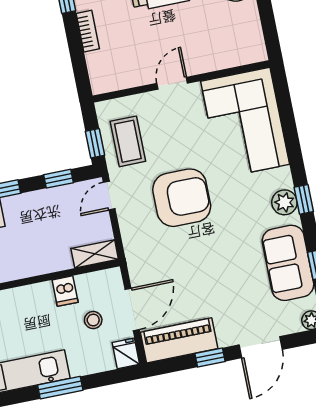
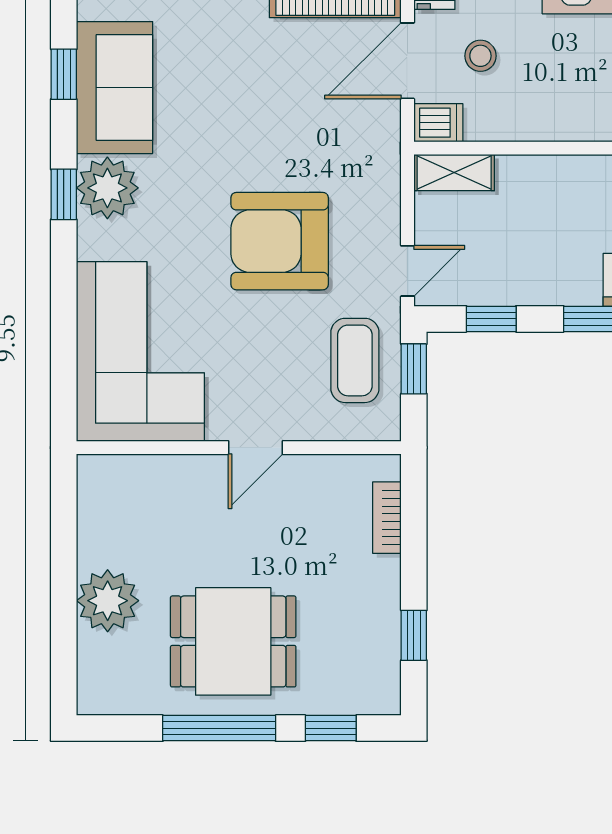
bookcase: (88, 31) -> (387, 518), moved
plant: (284, 202) -> (107, 188), width x1.36, depth x1.36
dishwasher: (65, 291) -> (438, 123), moved, turned 90

